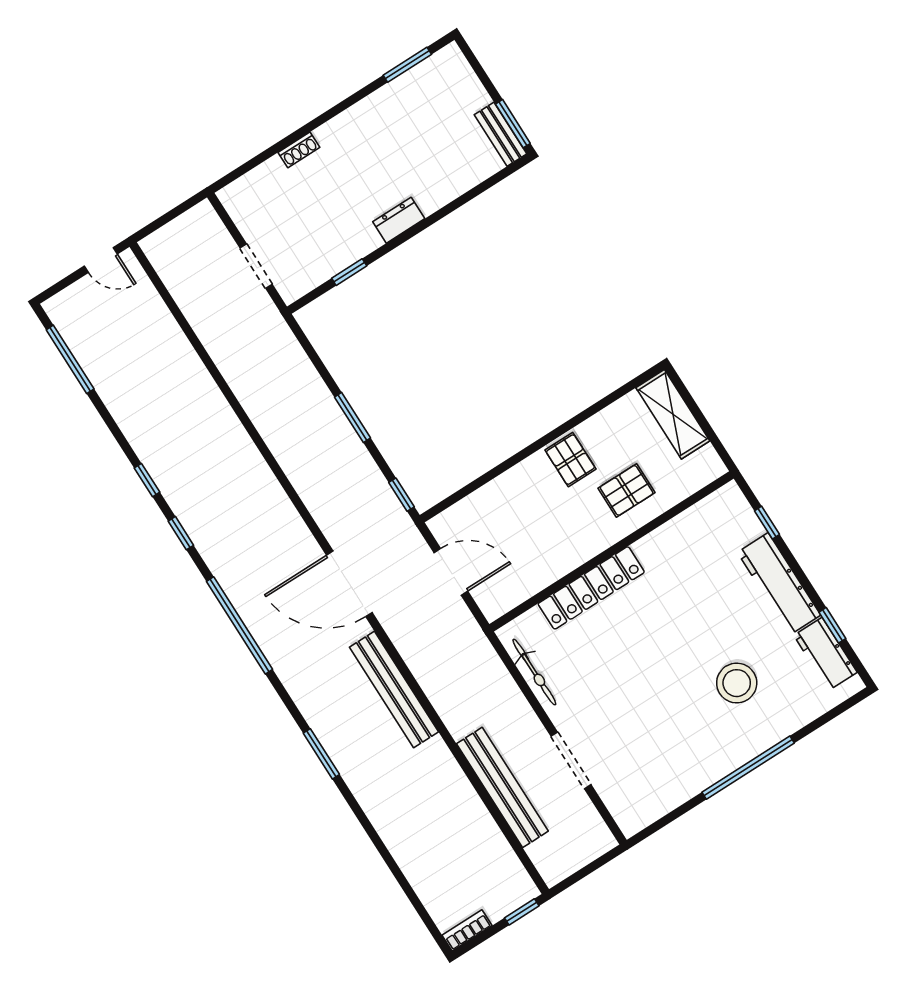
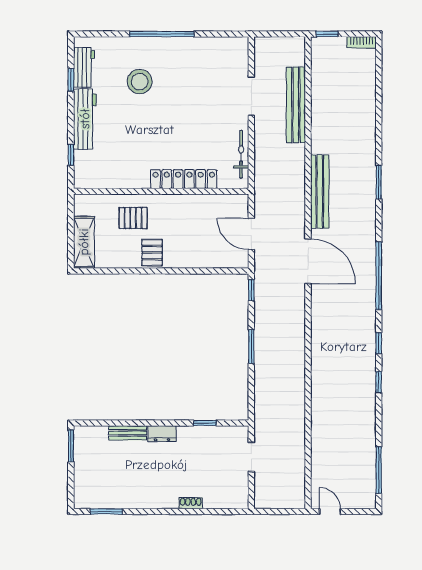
bench: (501, 134) -> (128, 433), moved, turned 90

